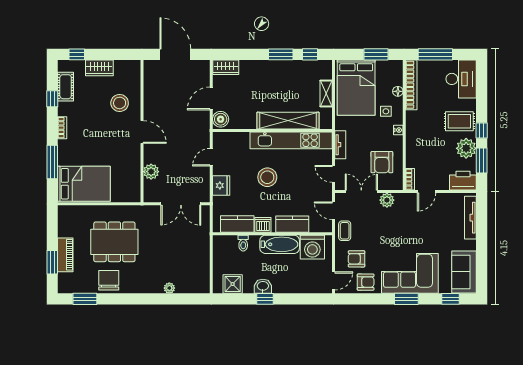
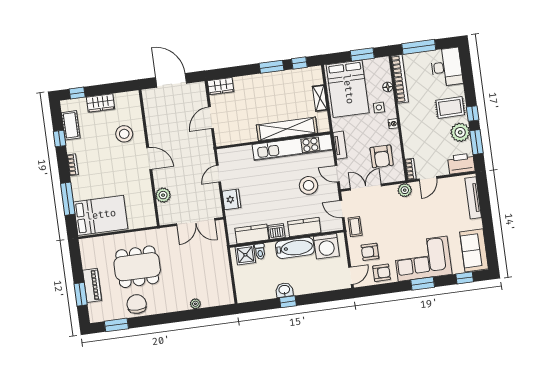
boiler: (221, 119) -> (223, 136), removed
stool: (267, 177) -> (309, 185), moved
plant: (387, 200) -> (405, 190), moved
shower: (233, 284) -> (245, 255), moved

